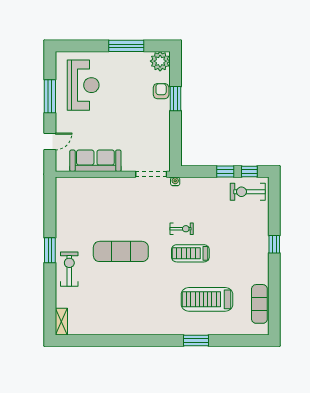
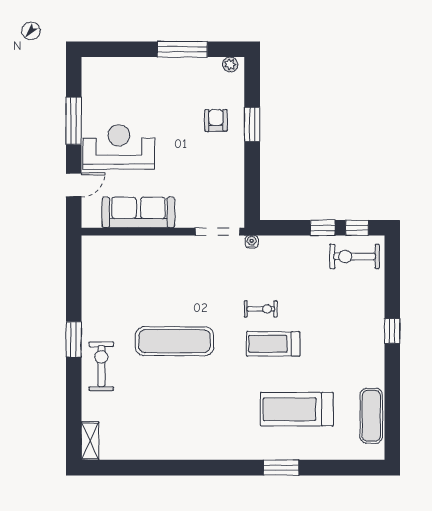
plant: (160, 61) -> (230, 64), width x0.53, depth x0.53
reception desk: (83, 85) -> (119, 147), moved, turned -90
armchair: (161, 91) -> (216, 120), moved

